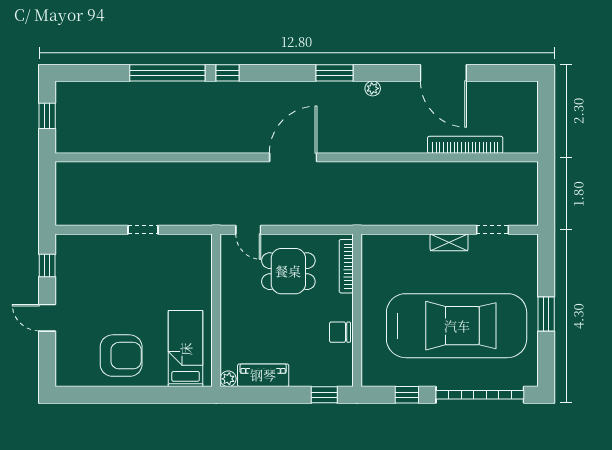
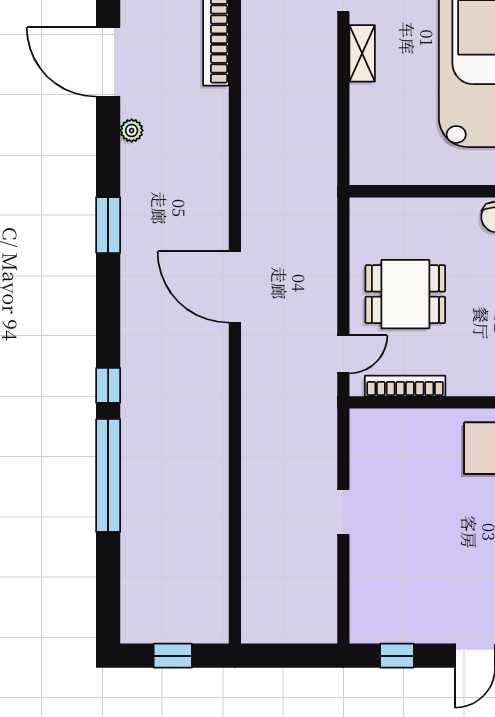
door: (443, 73) -> (108, 62), swing flipped
plant: (373, 88) -> (132, 130), moved
bookcase: (346, 266) -> (405, 386), moved, turned 180
dining table: (288, 271) -> (405, 294), turned 90

